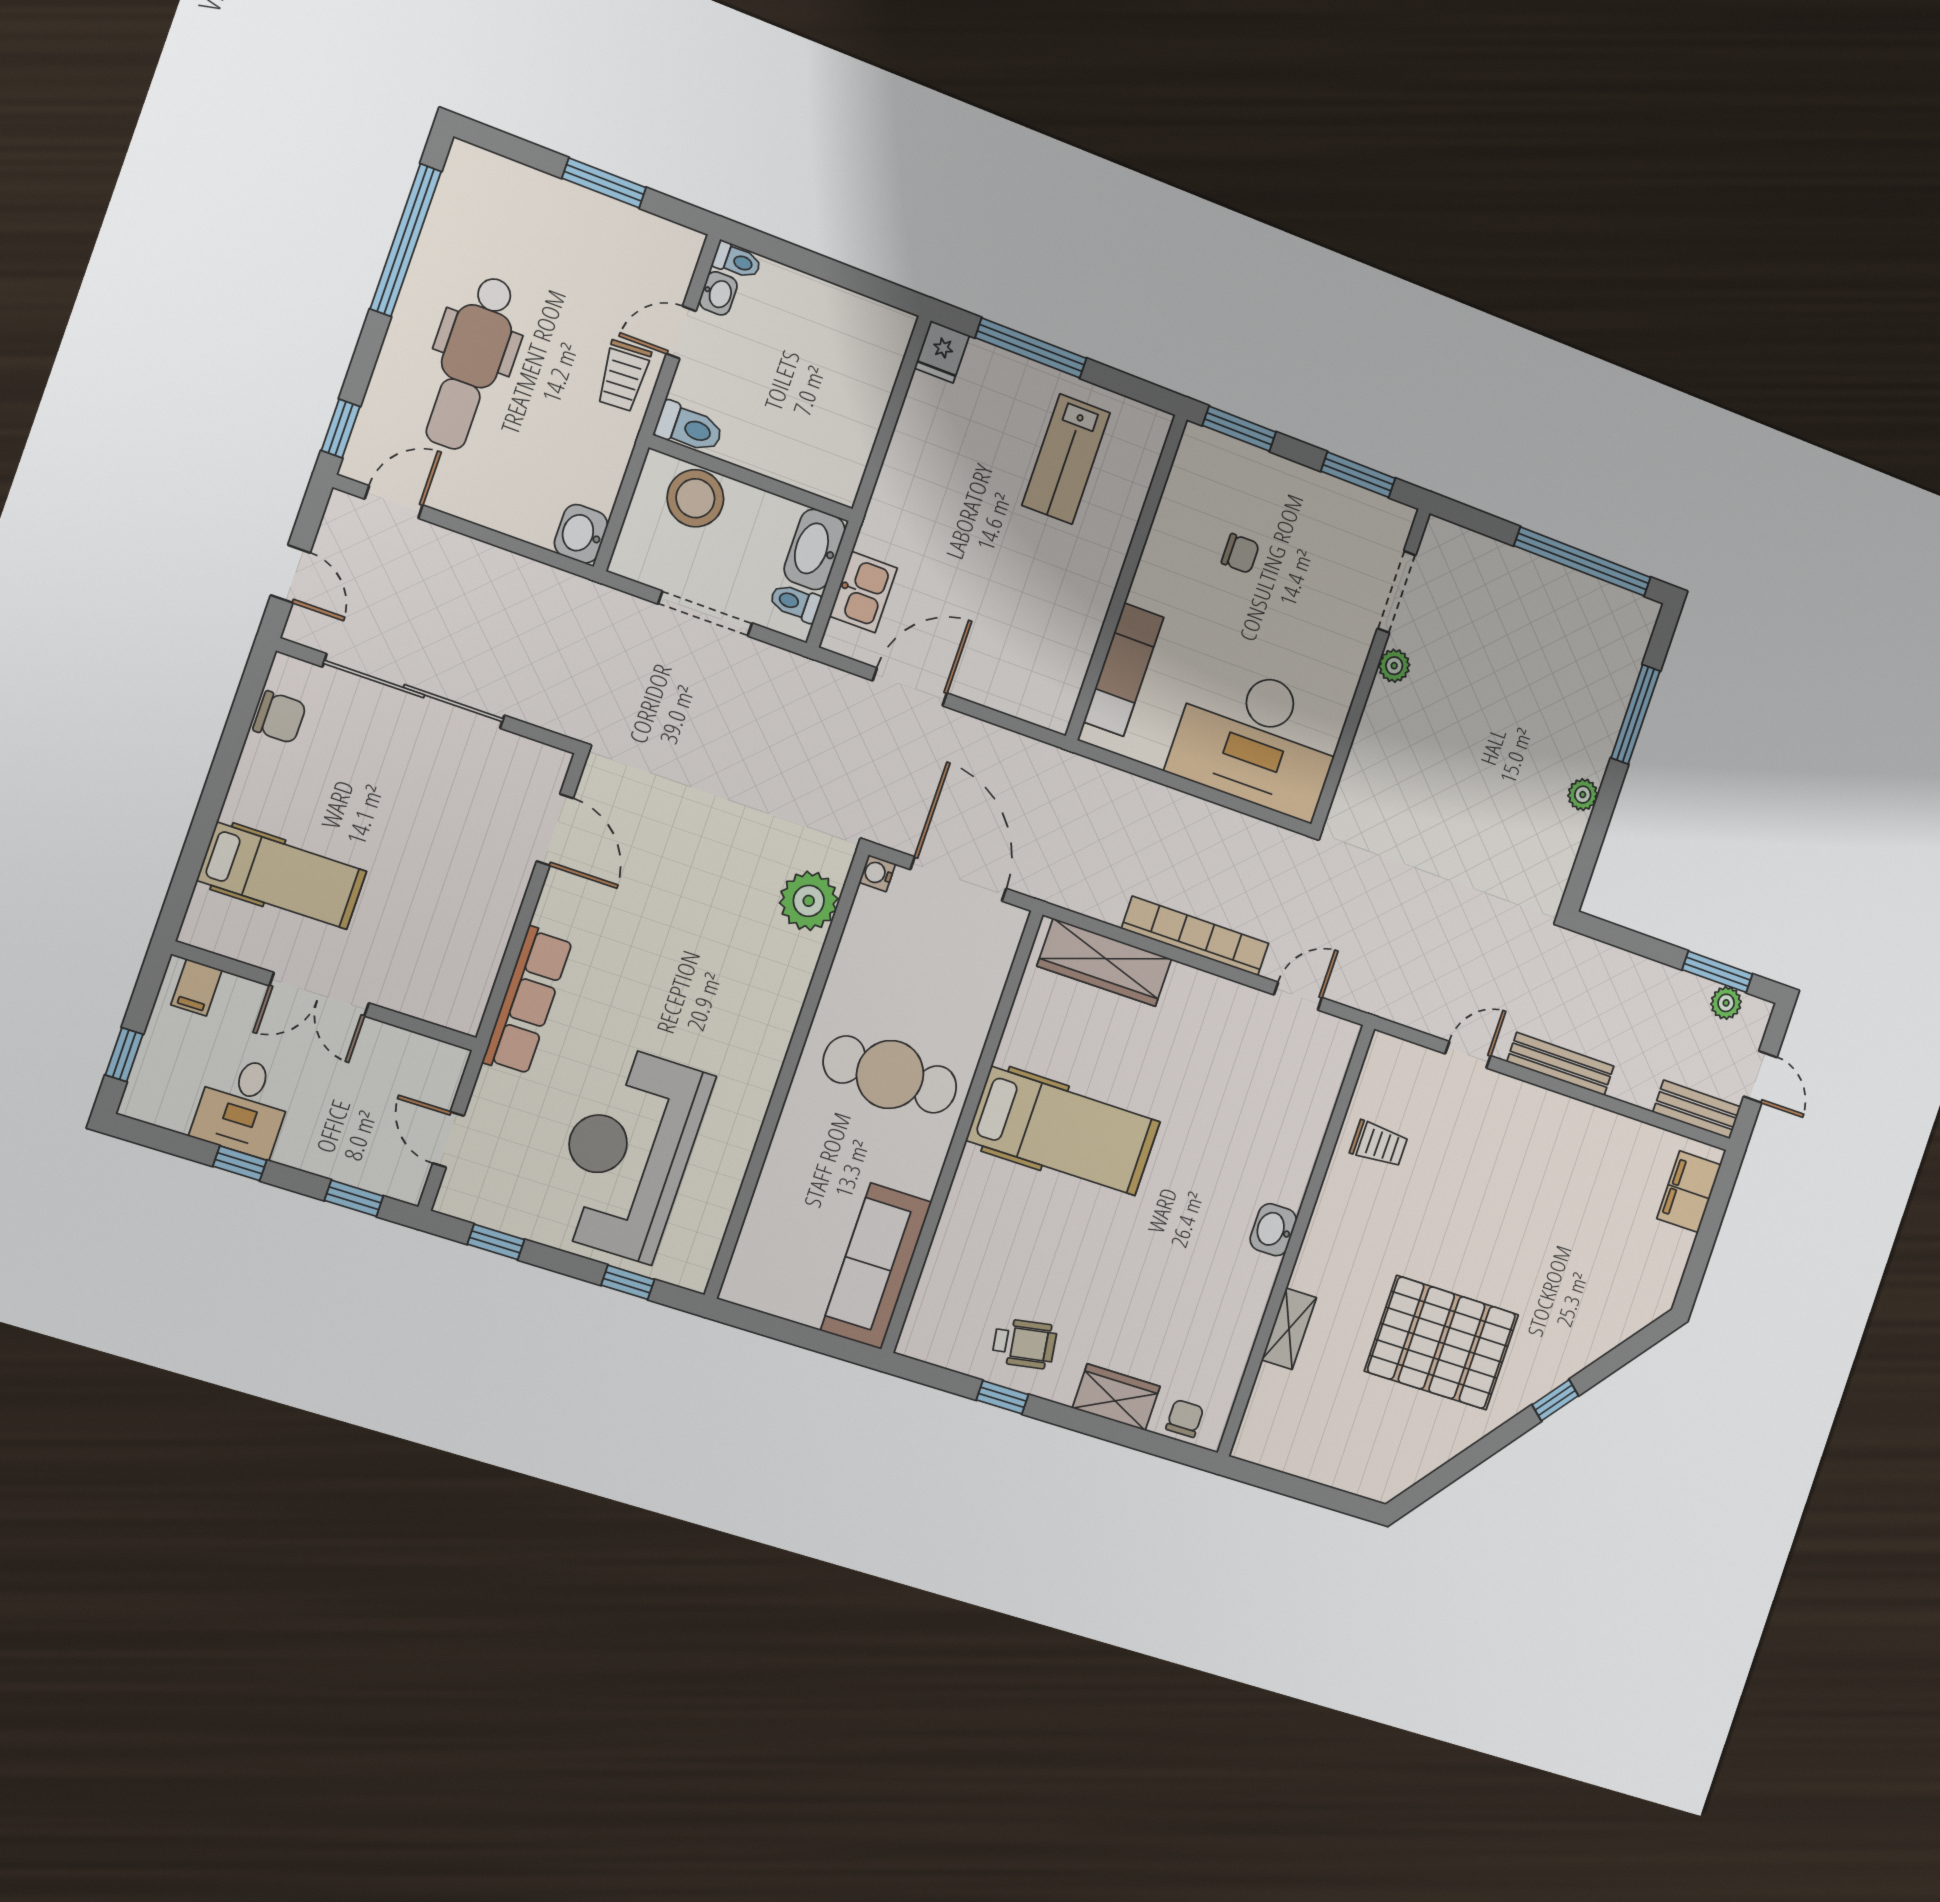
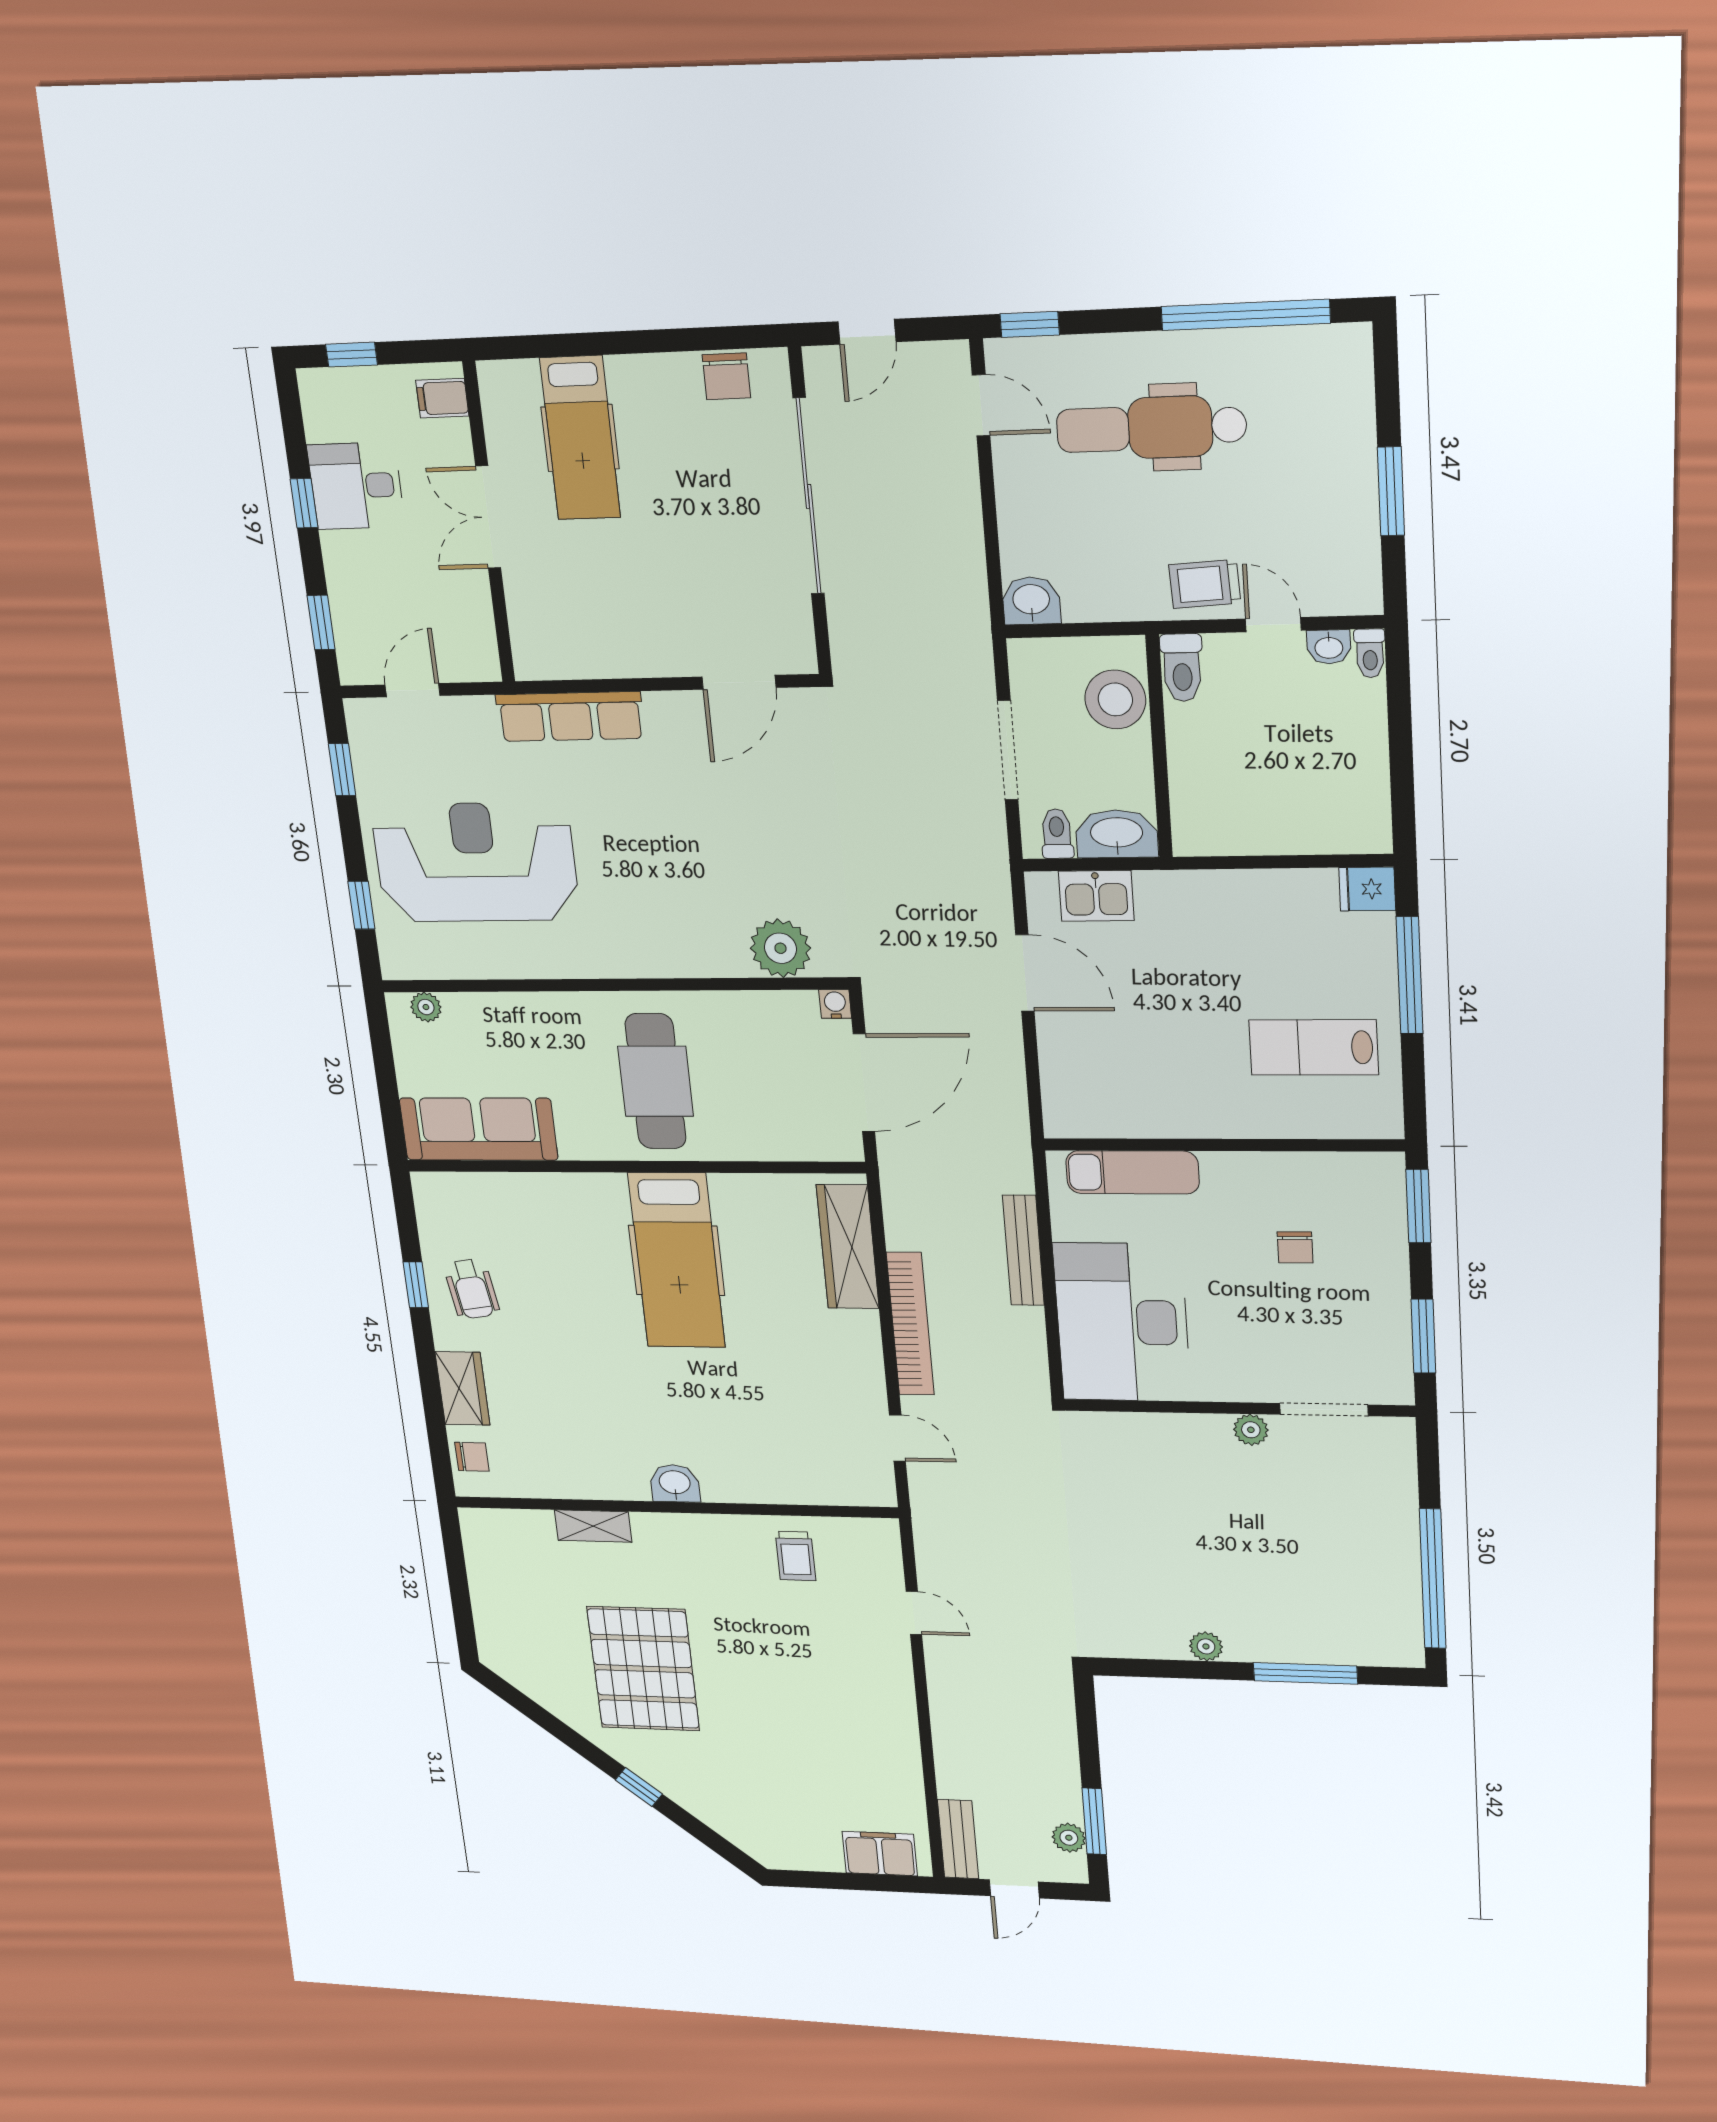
bench: (1560, 1064) -> (1023, 1250), moved
plant: (744, 1264) -> (426, 1007), added

